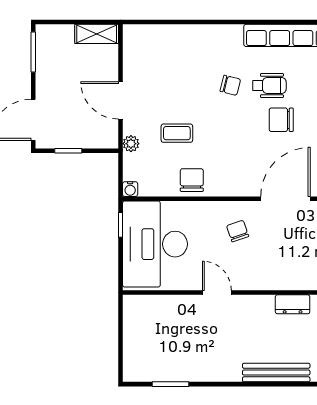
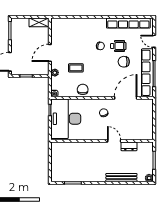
door: (120, 100) -> (50, 53), hinge flipped
door: (217, 293) -> (114, 141), moved

